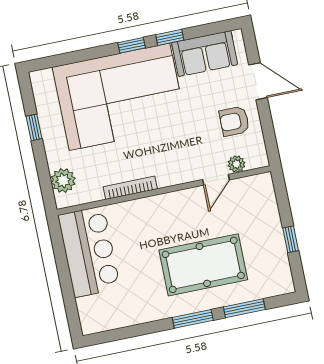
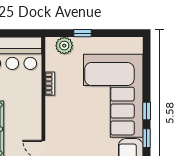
window: (34, 127) -> (82, 33), moved
bookcase: (130, 188) -> (50, 84), width x0.64

